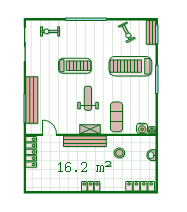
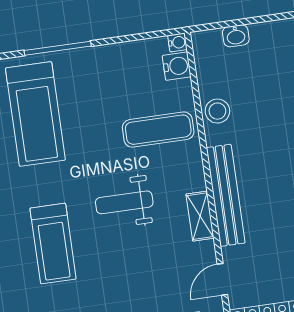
treadmill: (75, 66) -> (53, 244), turned 180
shelving: (90, 129) -> (200, 216), moved
stool: (119, 153) -> (217, 111), moved

